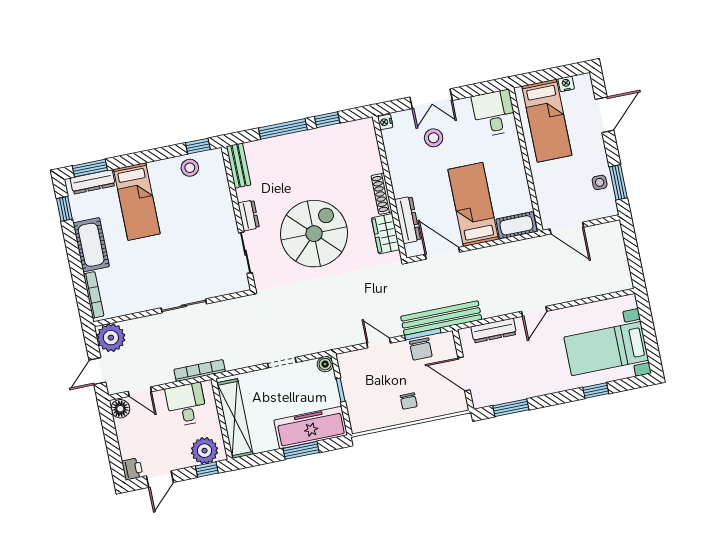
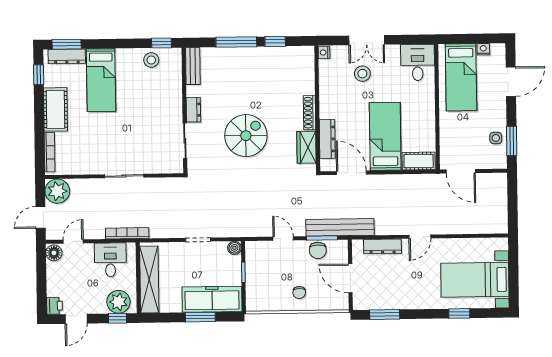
spiral stairs: (314, 234) -> (246, 136), width x0.73, depth x0.73
door: (140, 392) -> (73, 241), swing flipped

